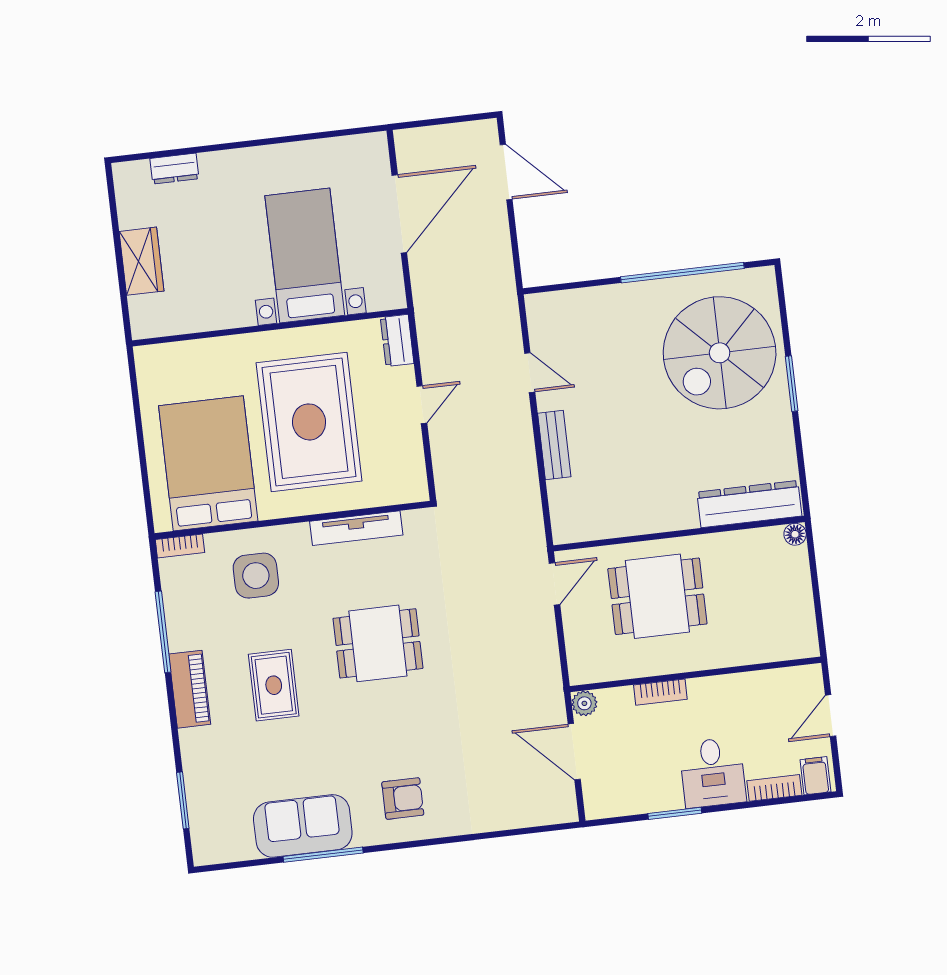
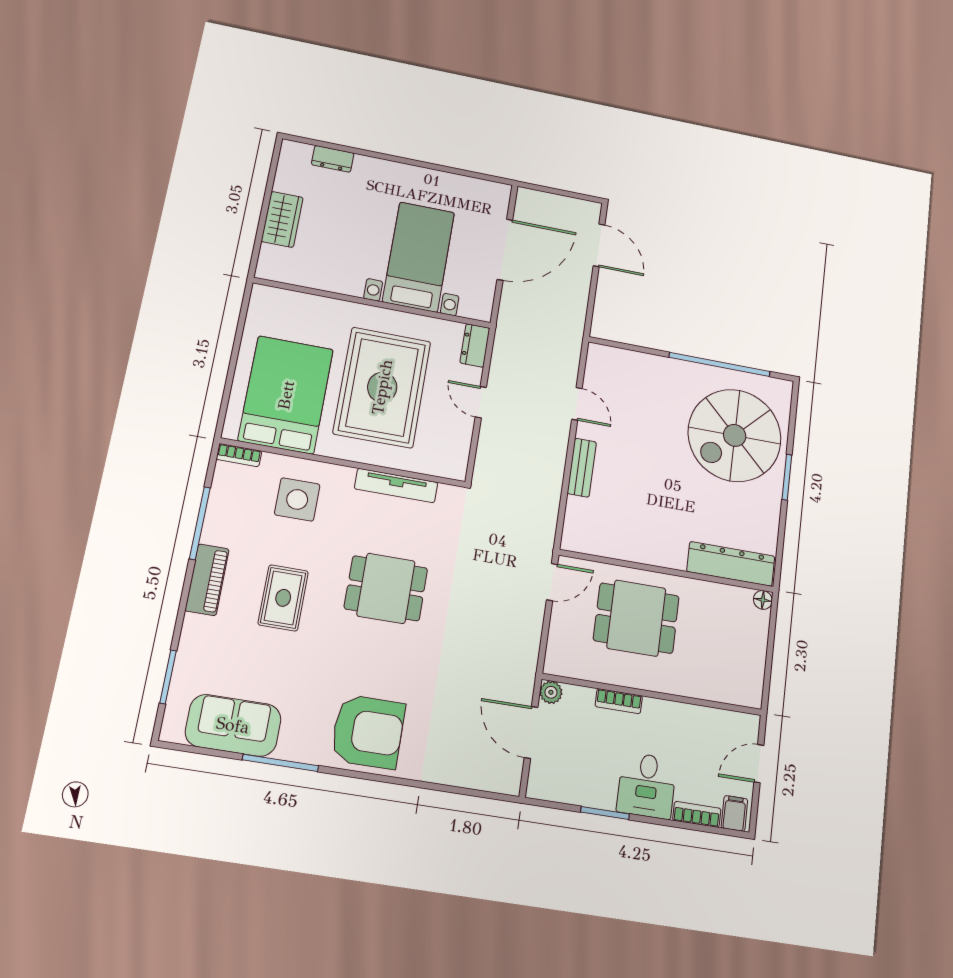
door: (422, 405) -> (481, 402), swing flipped
armchair: (403, 798) -> (368, 732), width x1.88, depth x1.88
sofa: (303, 826) -> (233, 725), moved

